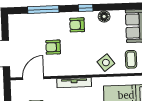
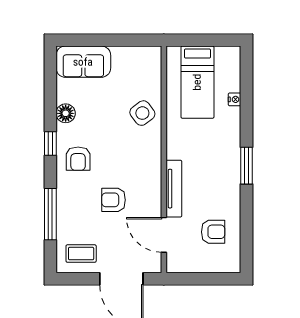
armchair: (53, 47) -> (114, 200), turned 90
coffee table: (131, 59) -> (81, 254), moved
tv unit: (74, 83) -> (174, 189), moved

